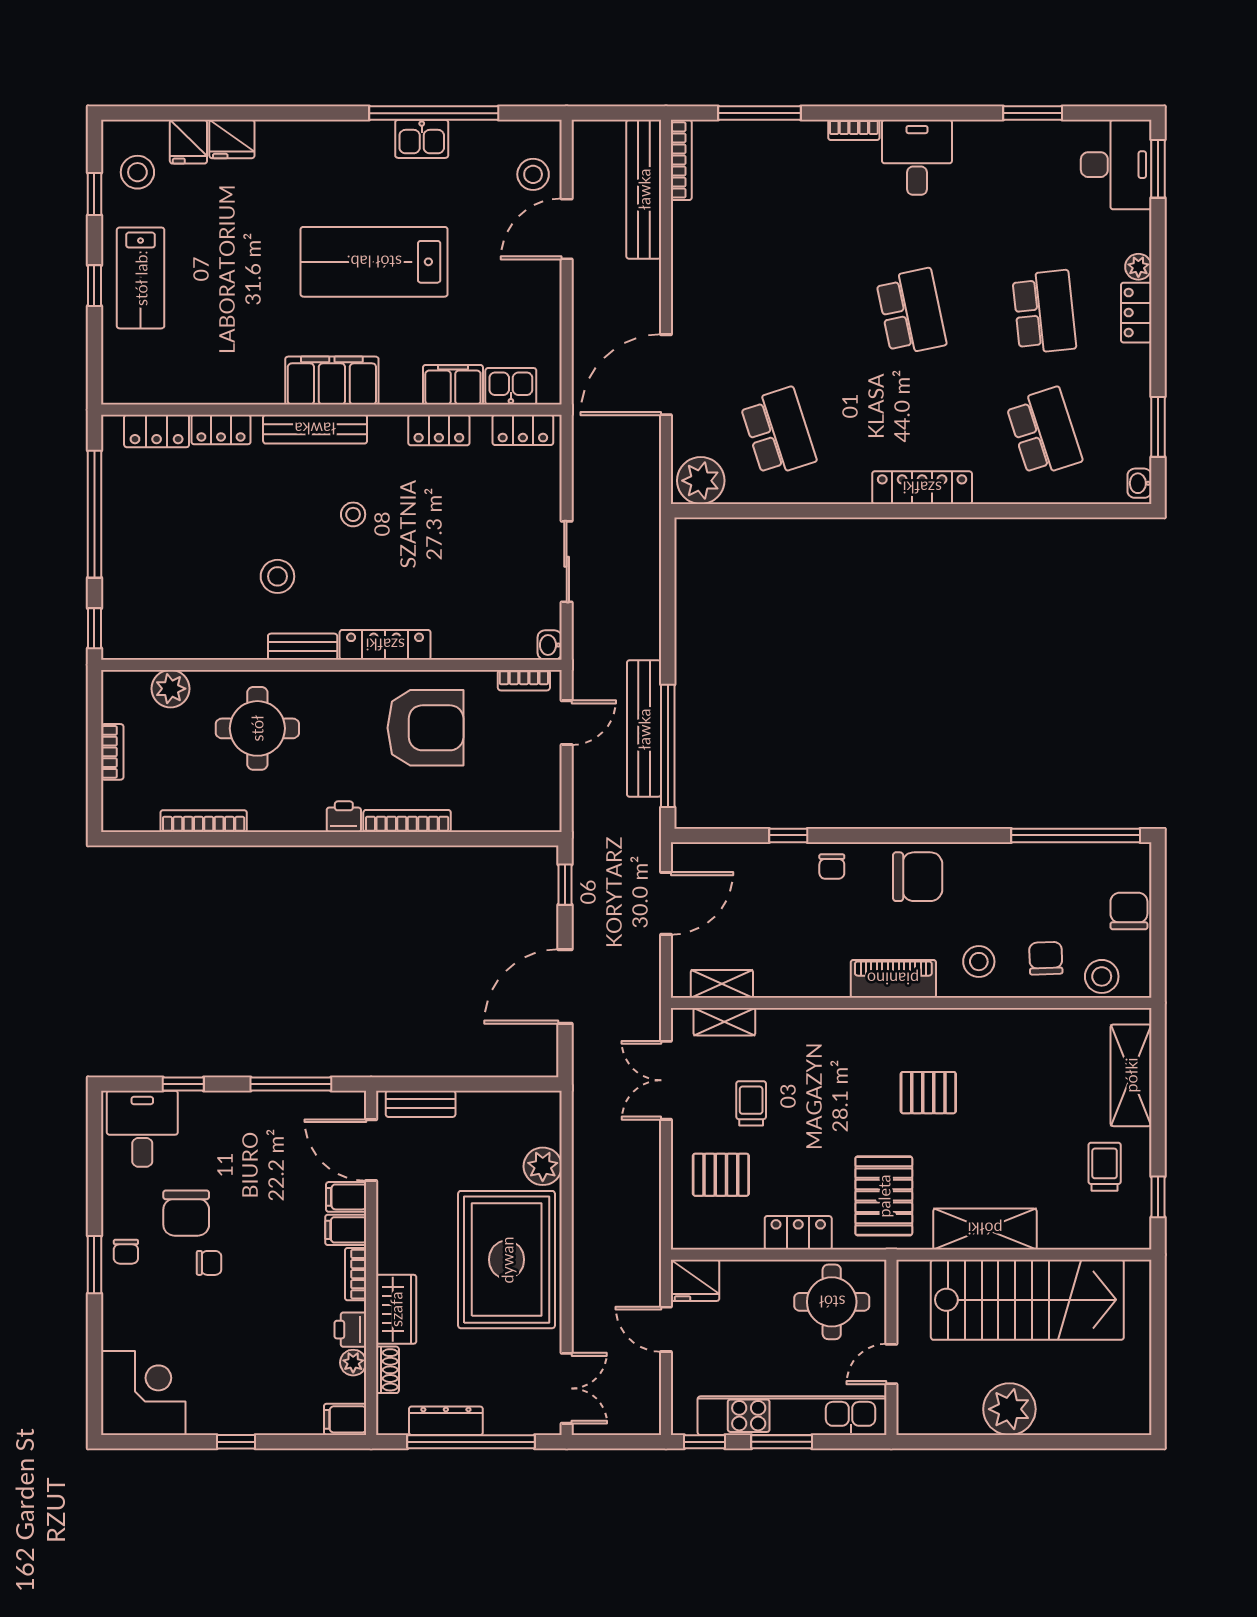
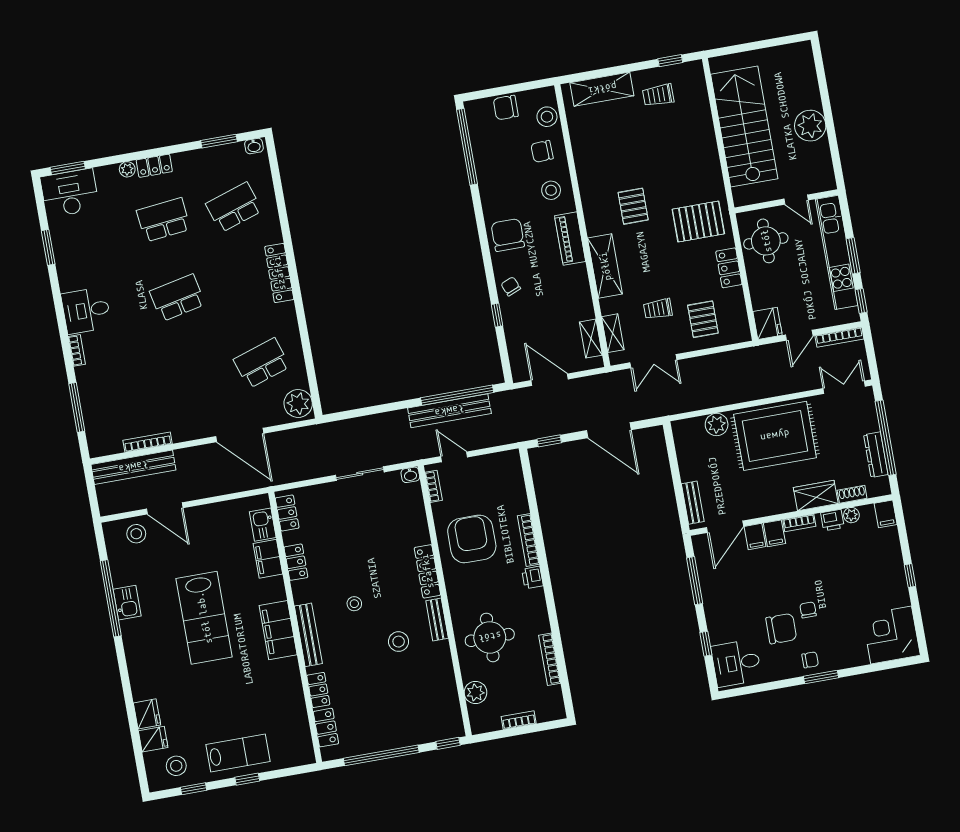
bookcase: (681, 160) -> (148, 442), moved
chair: (832, 867) -> (511, 286), turned -112
shelving: (985, 1229) -> (605, 266), moved
bookcase: (651, 1395) -> (839, 337), added

